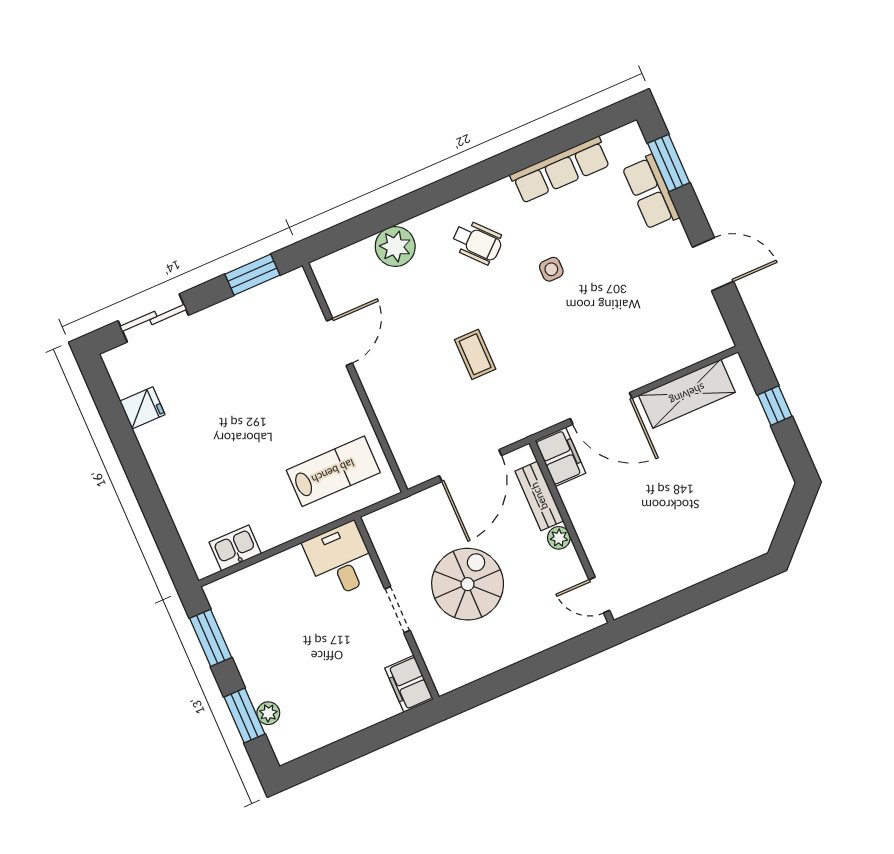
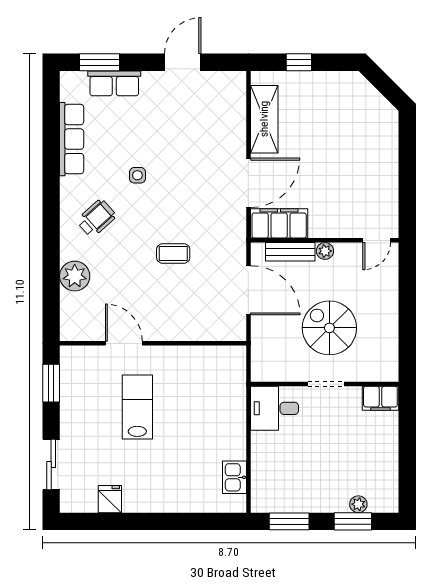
filing cabinet: (560, 457) -> (279, 223), width x1.50, depth x1.17
lab bench: (333, 471) -> (137, 407), moved

